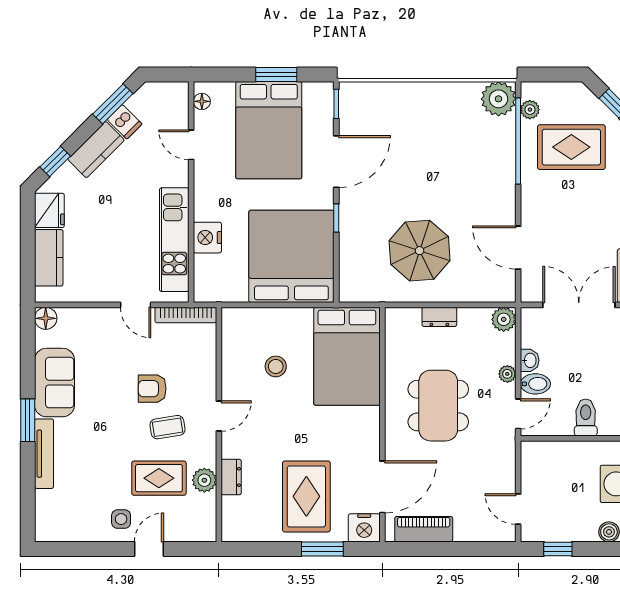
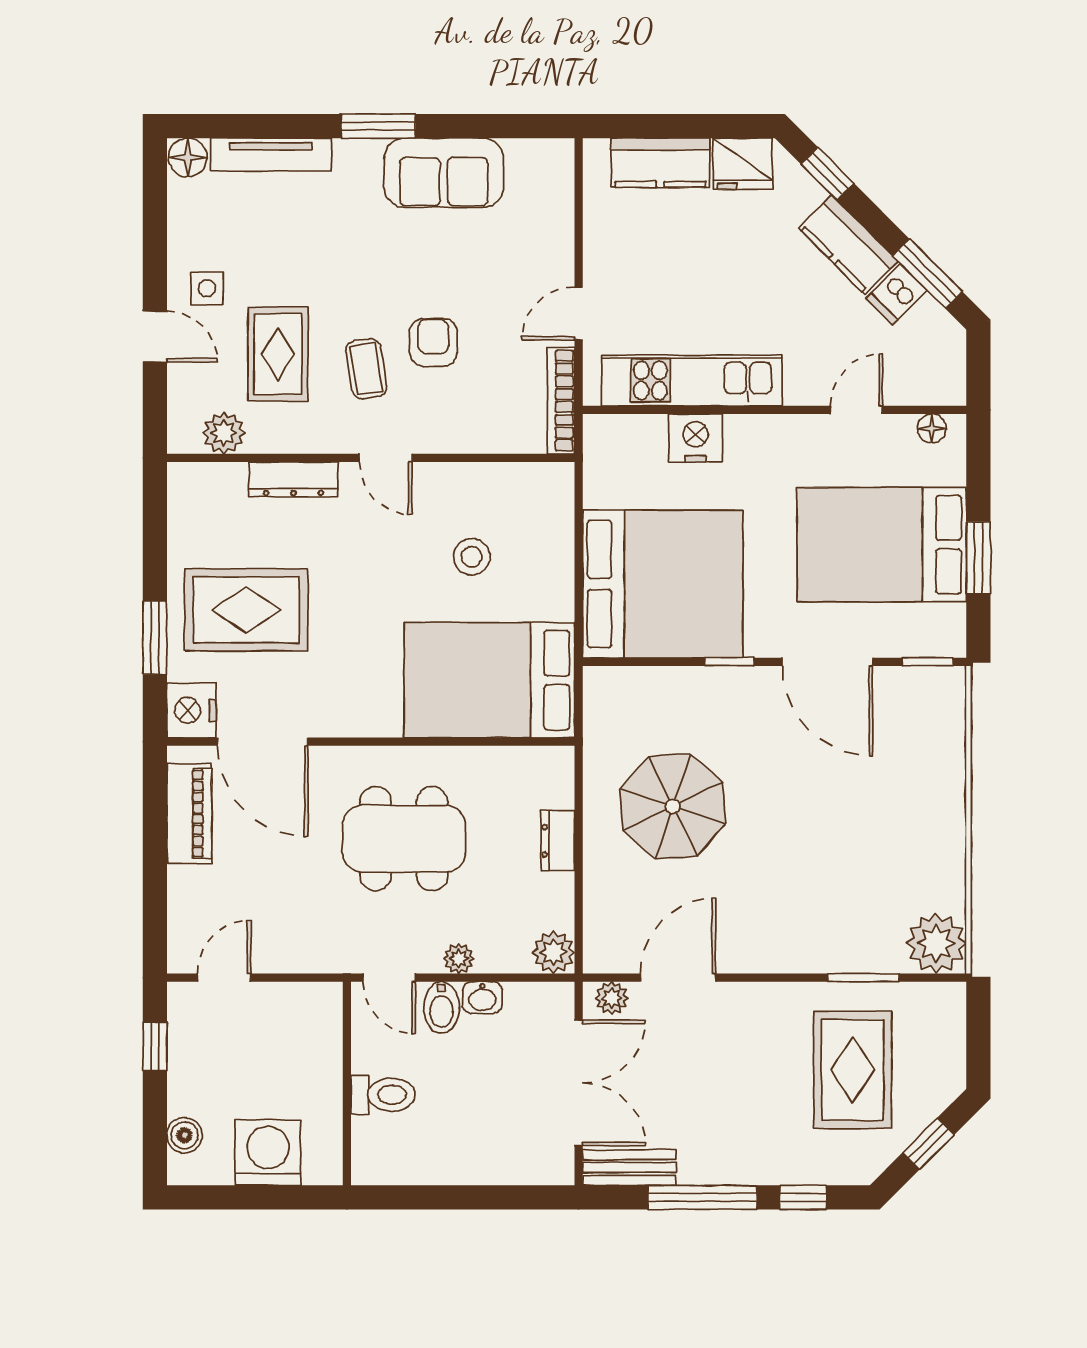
plant: (530, 110) -> (612, 998), moved
window: (518, 141) -> (863, 978), width x0.47
floor lamp: (46, 318) -> (188, 157), moved
tv unit: (44, 454) -> (271, 154), moved
dresser: (231, 477) -> (293, 479), width x1.44
plant: (204, 480) -> (224, 433), moved

